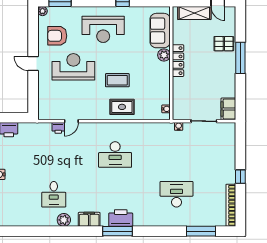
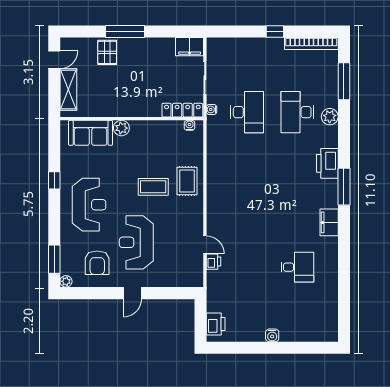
locker: (178, 61) -> (182, 110), moved
coffee table: (117, 80) -> (153, 187), turned 90
desk: (115, 155) -> (247, 112), moved
printer: (121, 218) -> (327, 163), moved
plant: (64, 220) -> (330, 117), moved

